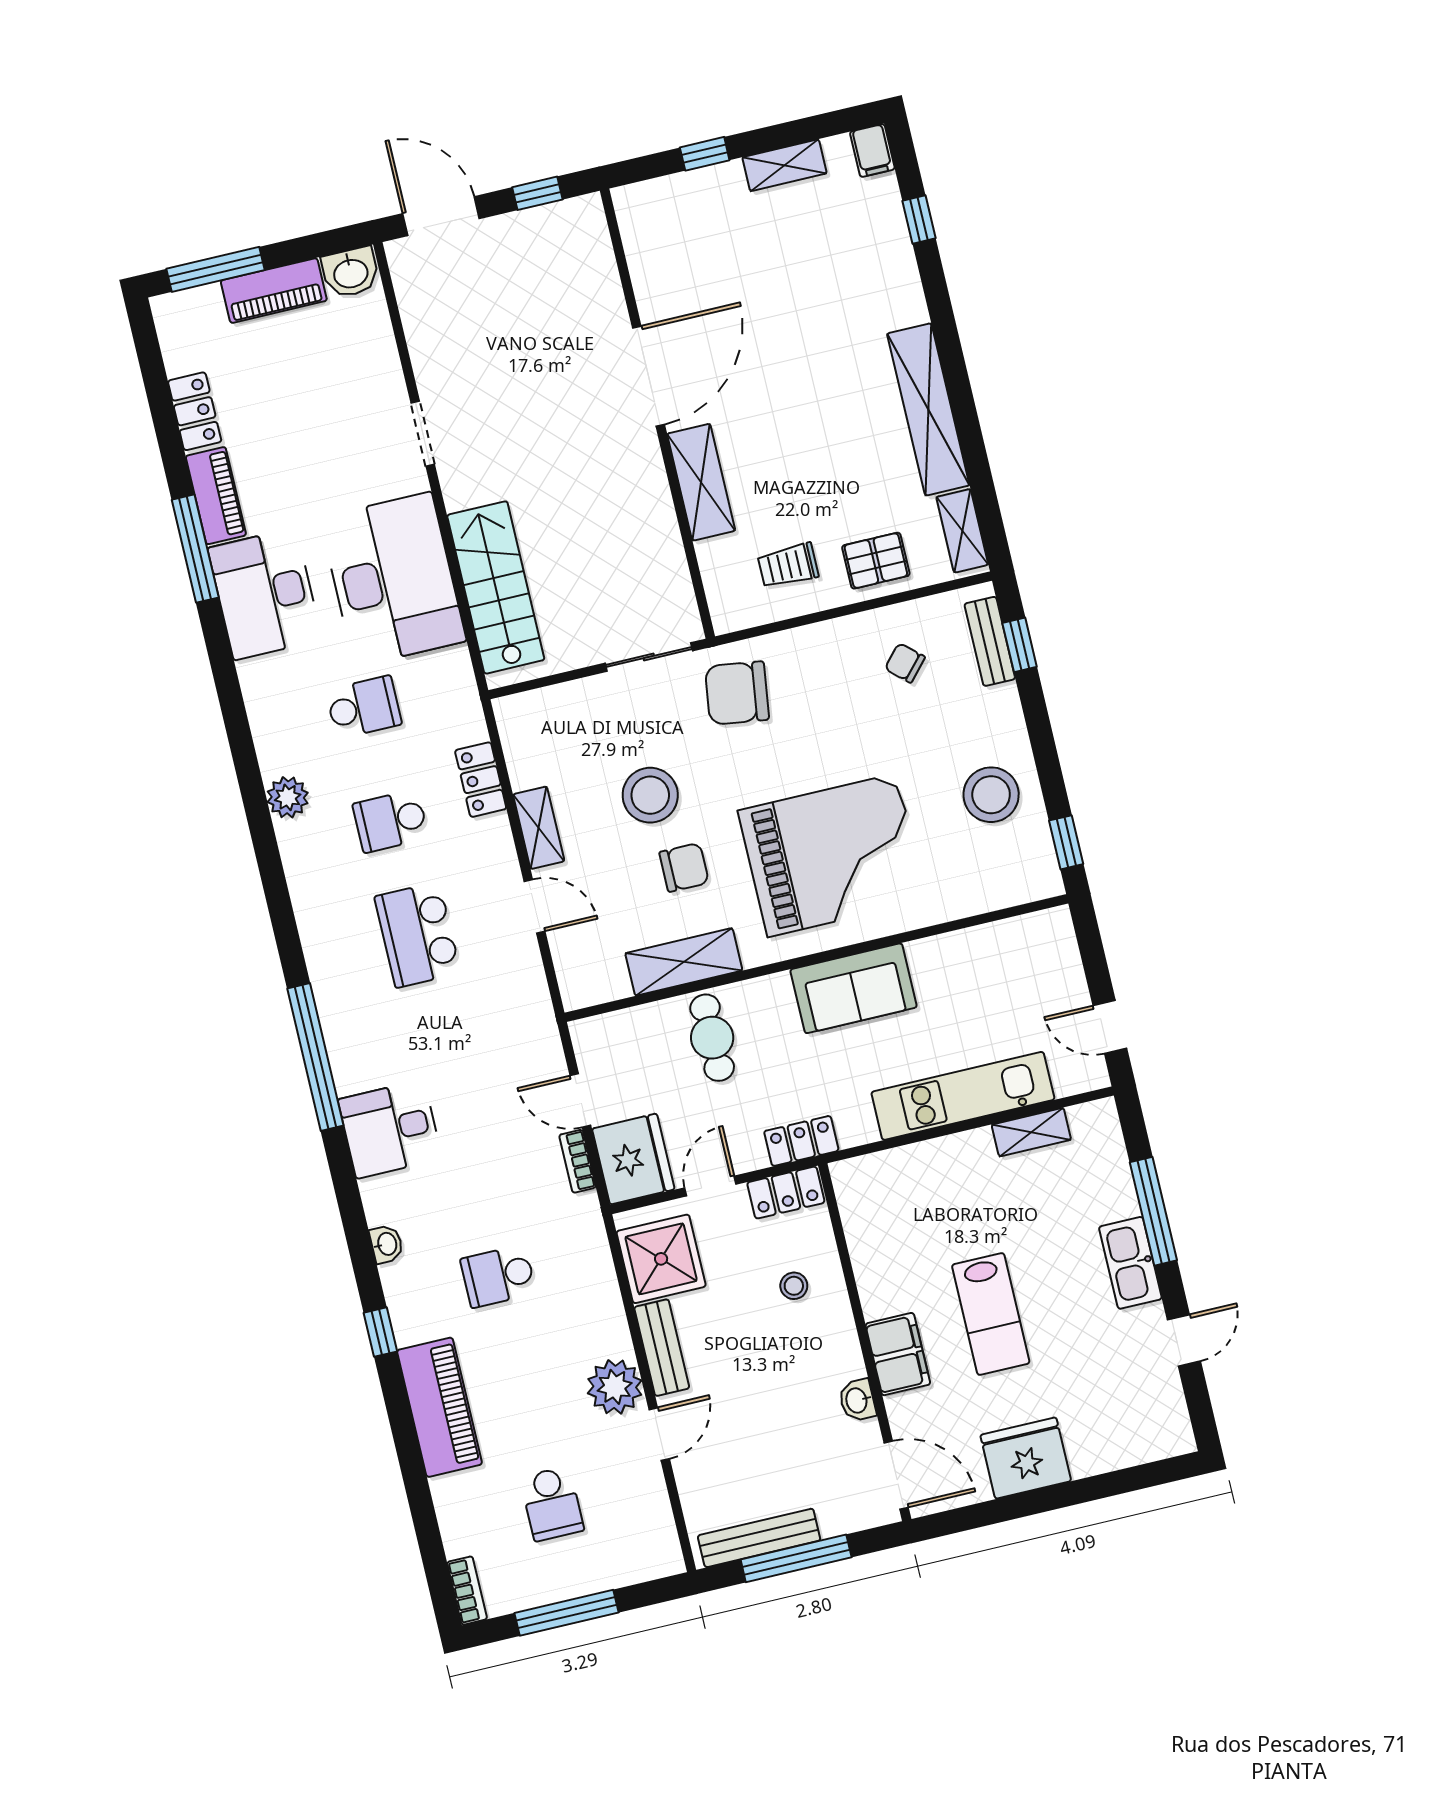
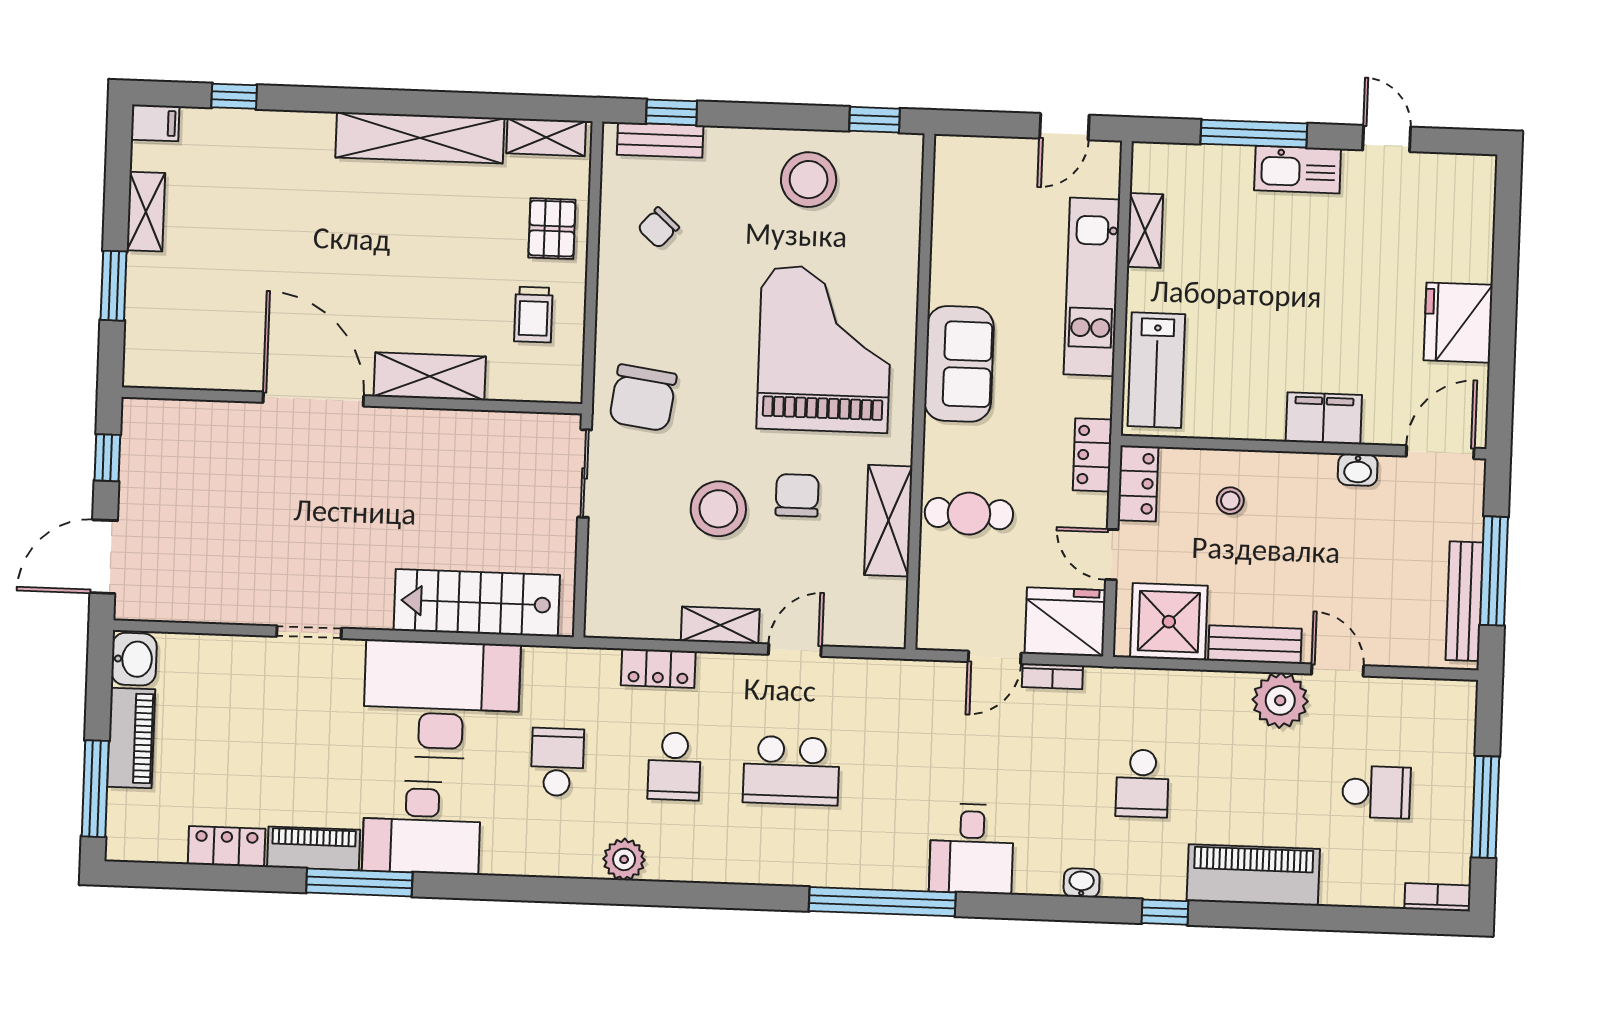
window: (705, 154) -> (114, 286), width x1.50
lab bench: (991, 1314) -> (1156, 370), moved, turned 90

